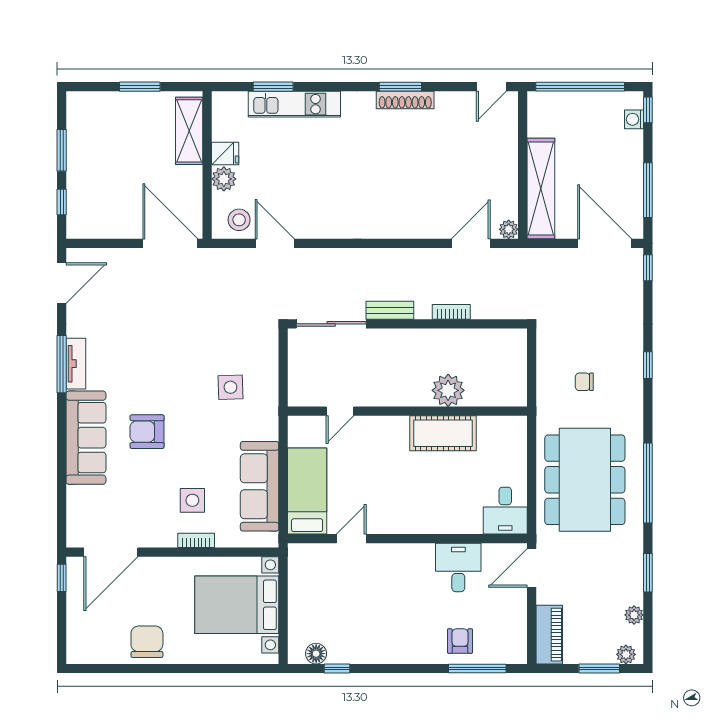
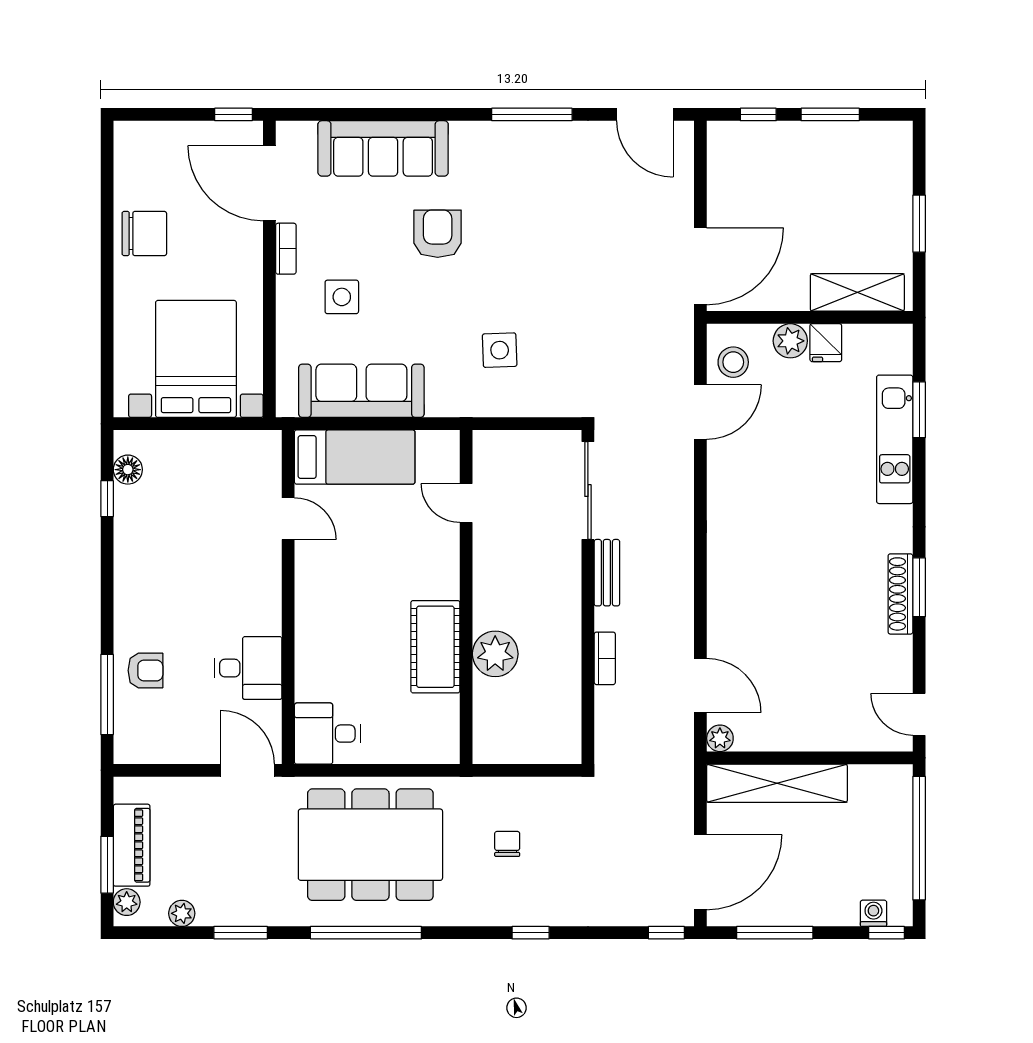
tv unit: (76, 364) -> (533, 134), removed
sofa: (86, 438) -> (383, 148), moved
bookcase: (196, 540) -> (286, 249), moved
piano: (549, 635) -> (132, 845), moved, turned -90

